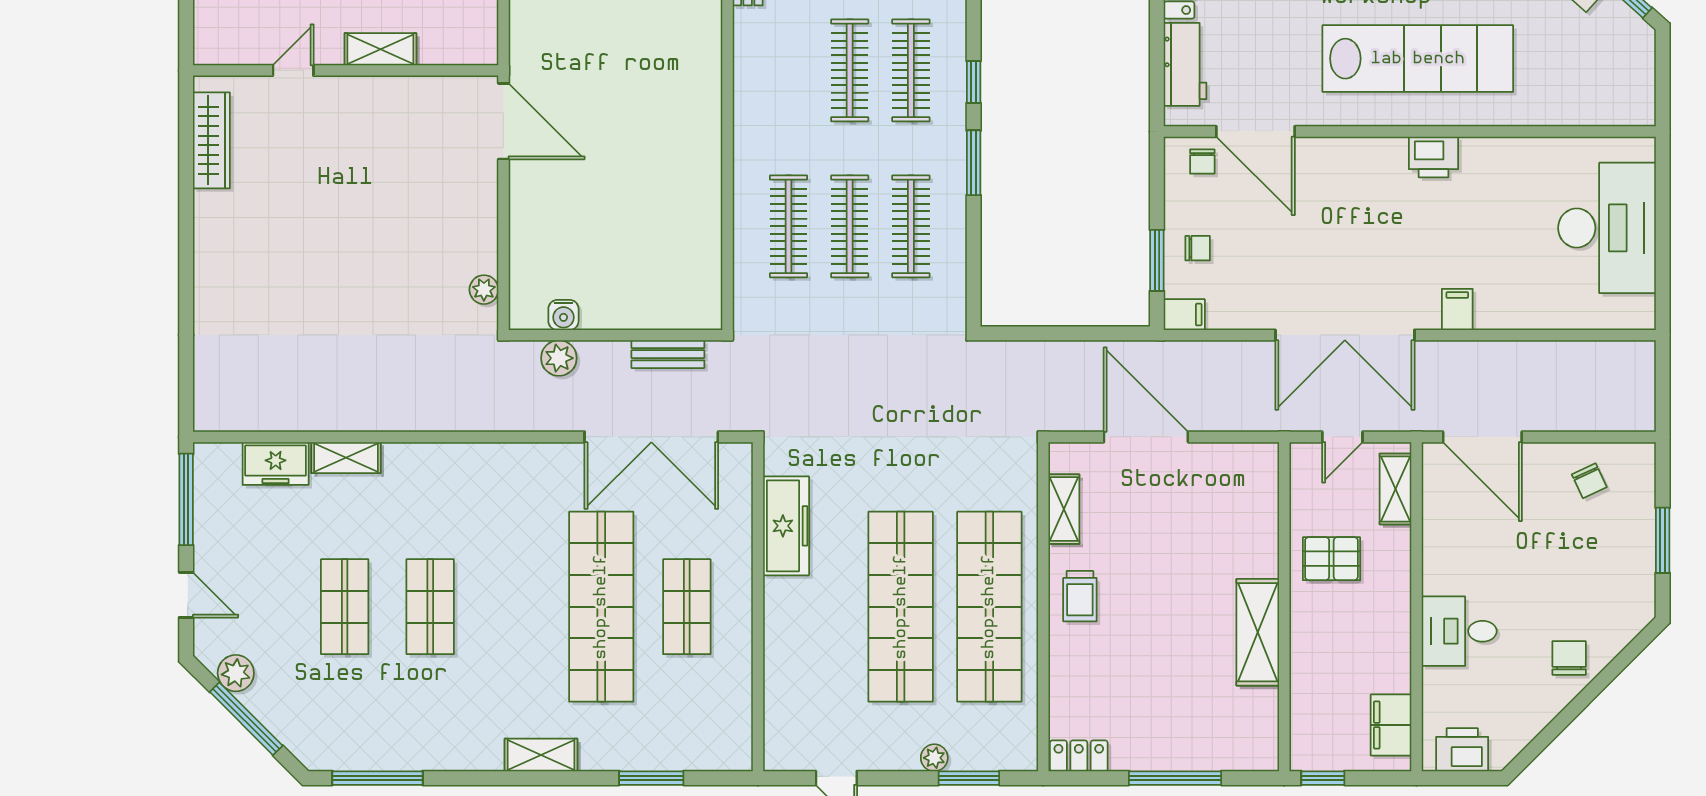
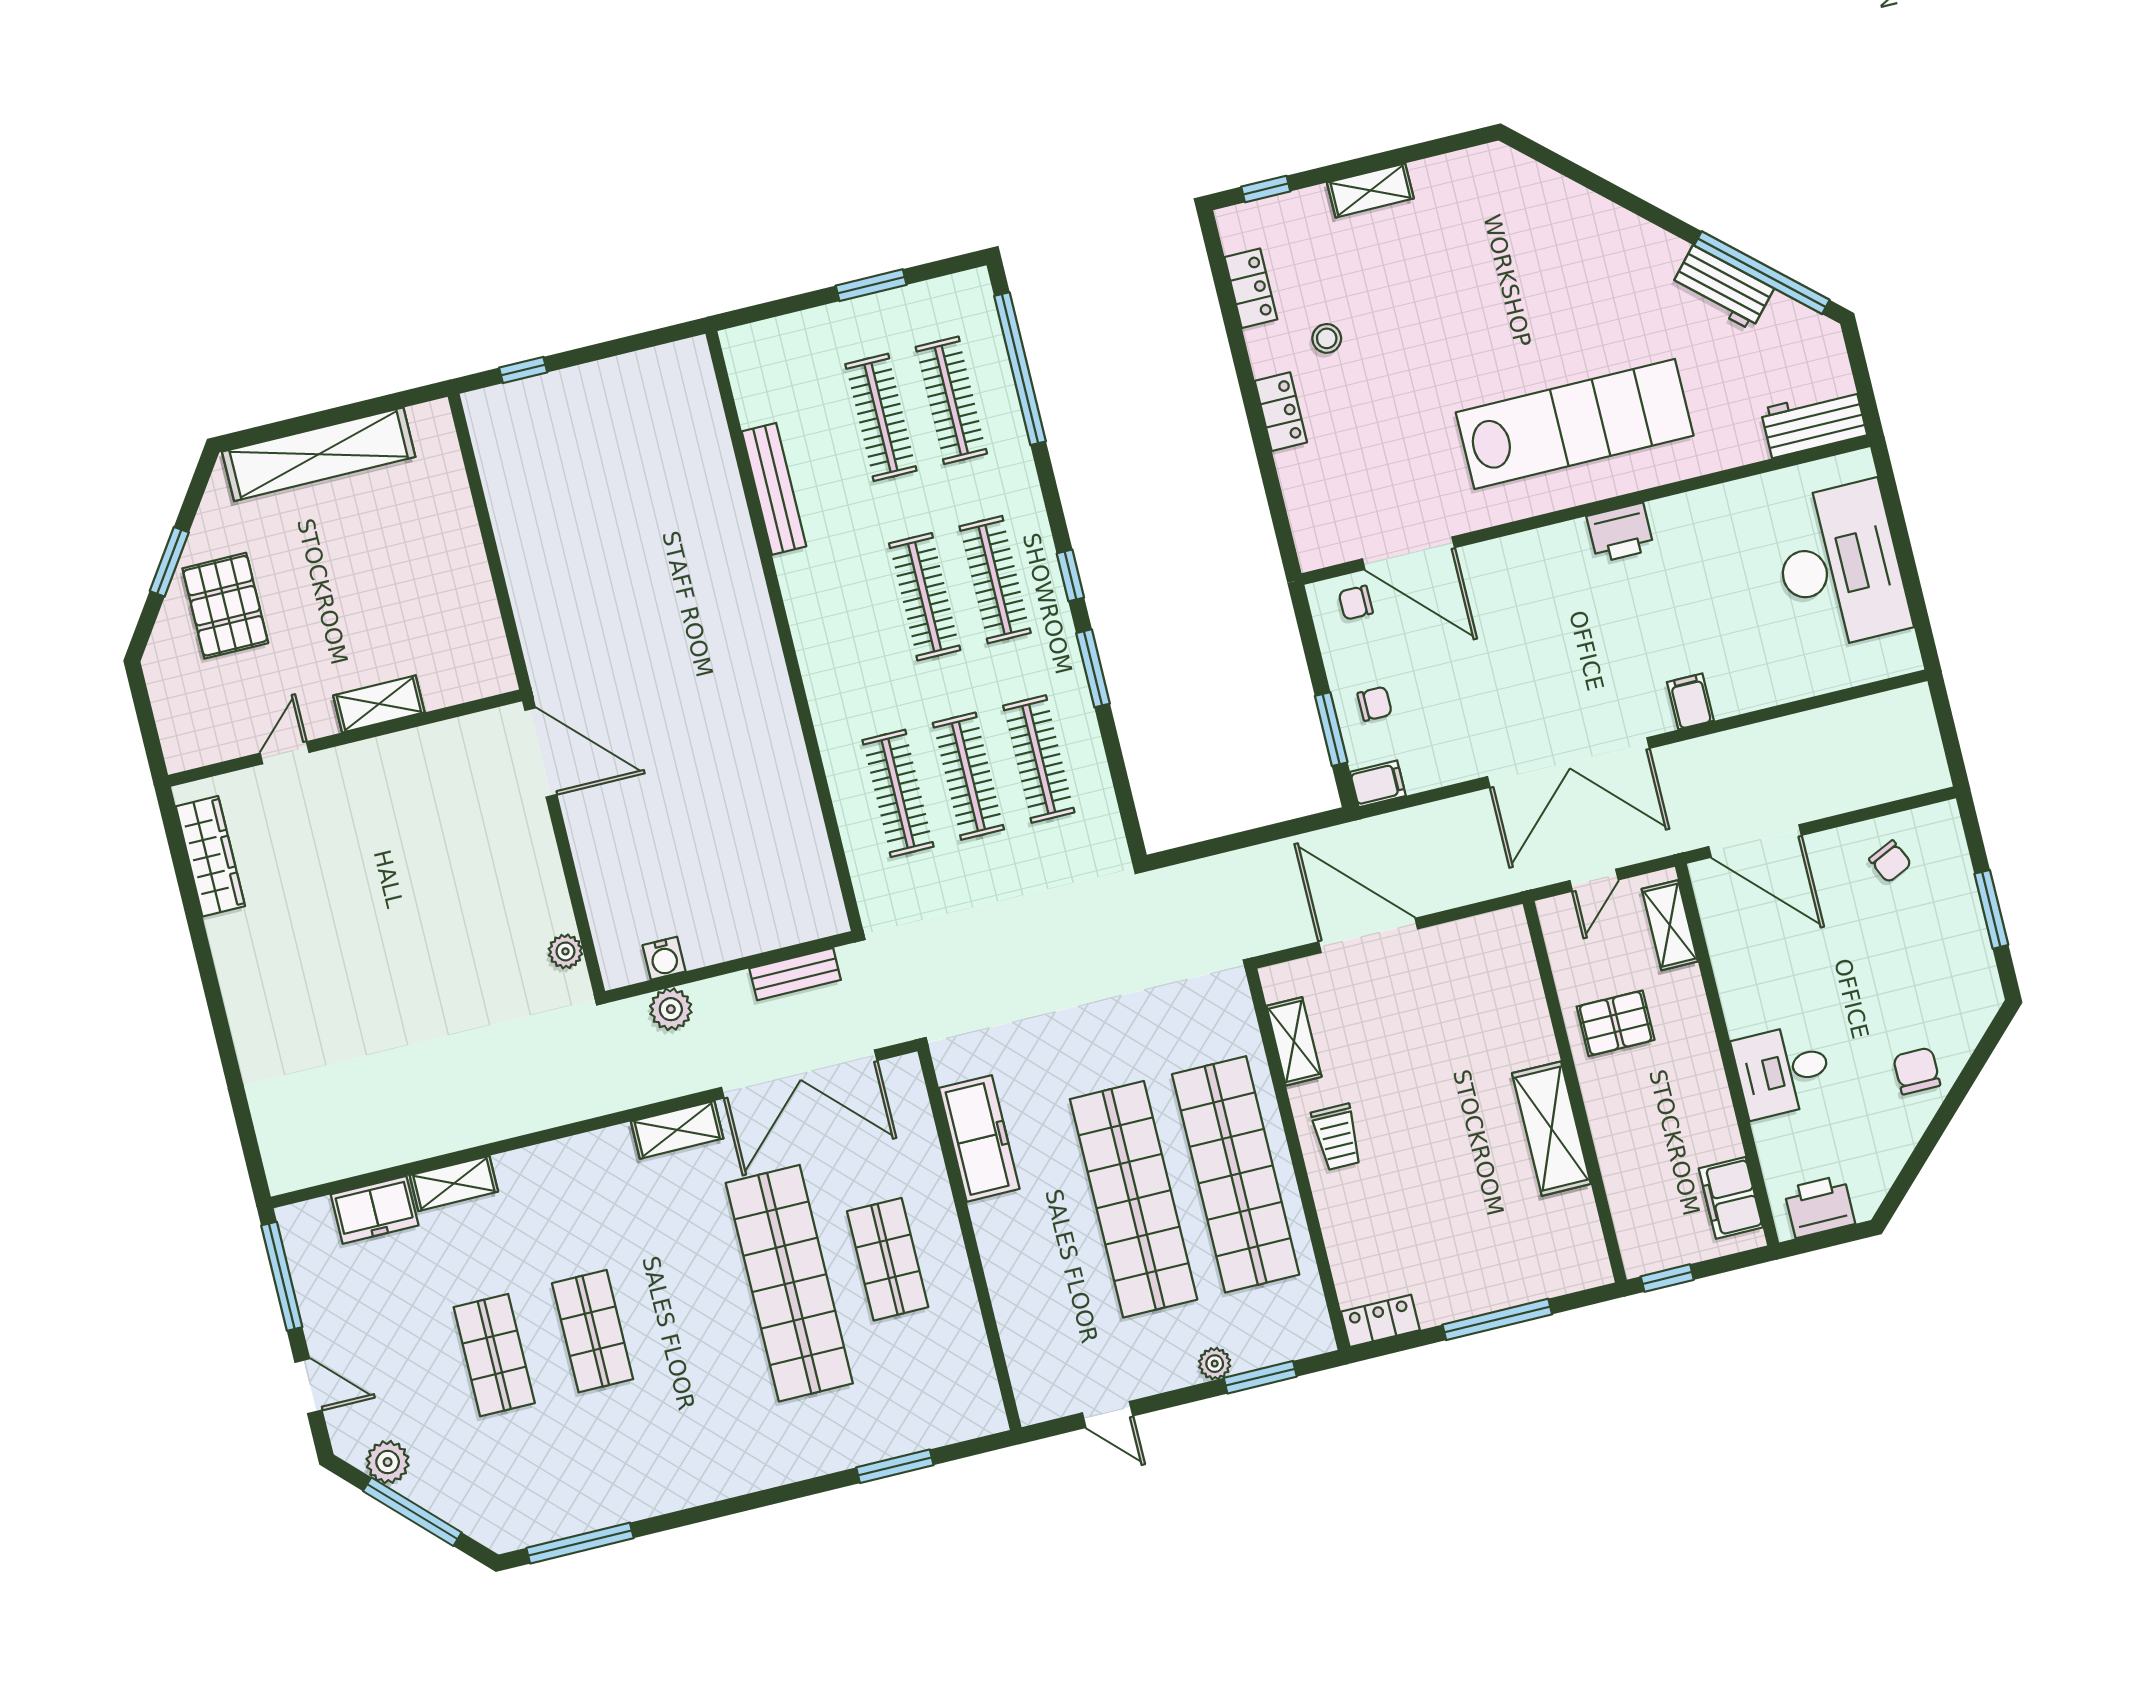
workbench: (1185, 64) -> (1814, 422), moved, turned -90
chair: (1202, 161) -> (1356, 603), turned 90
shelving: (541, 755) -> (677, 1130), moved

